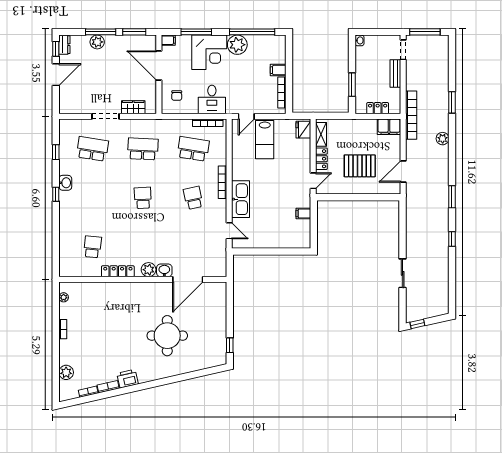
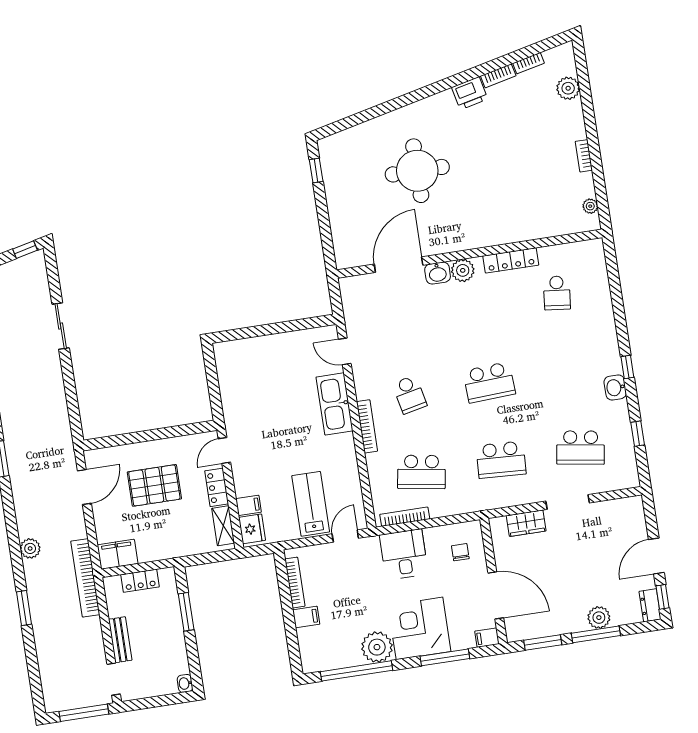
school desk: (143, 198) -> (489, 382), width x1.85
filing cabinet: (303, 214) -> (248, 505), moved

